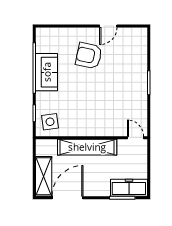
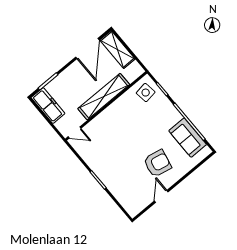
sofa: (47, 72) -> (188, 138), moved
freezer: (129, 188) -> (48, 106), moved, turned -90

